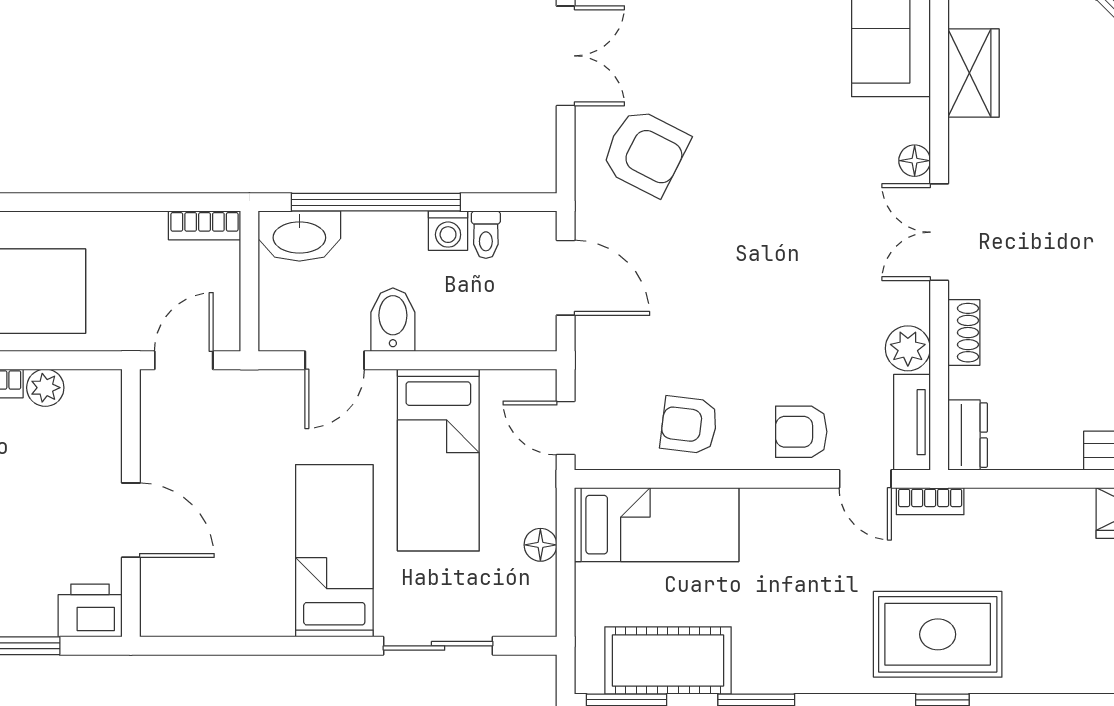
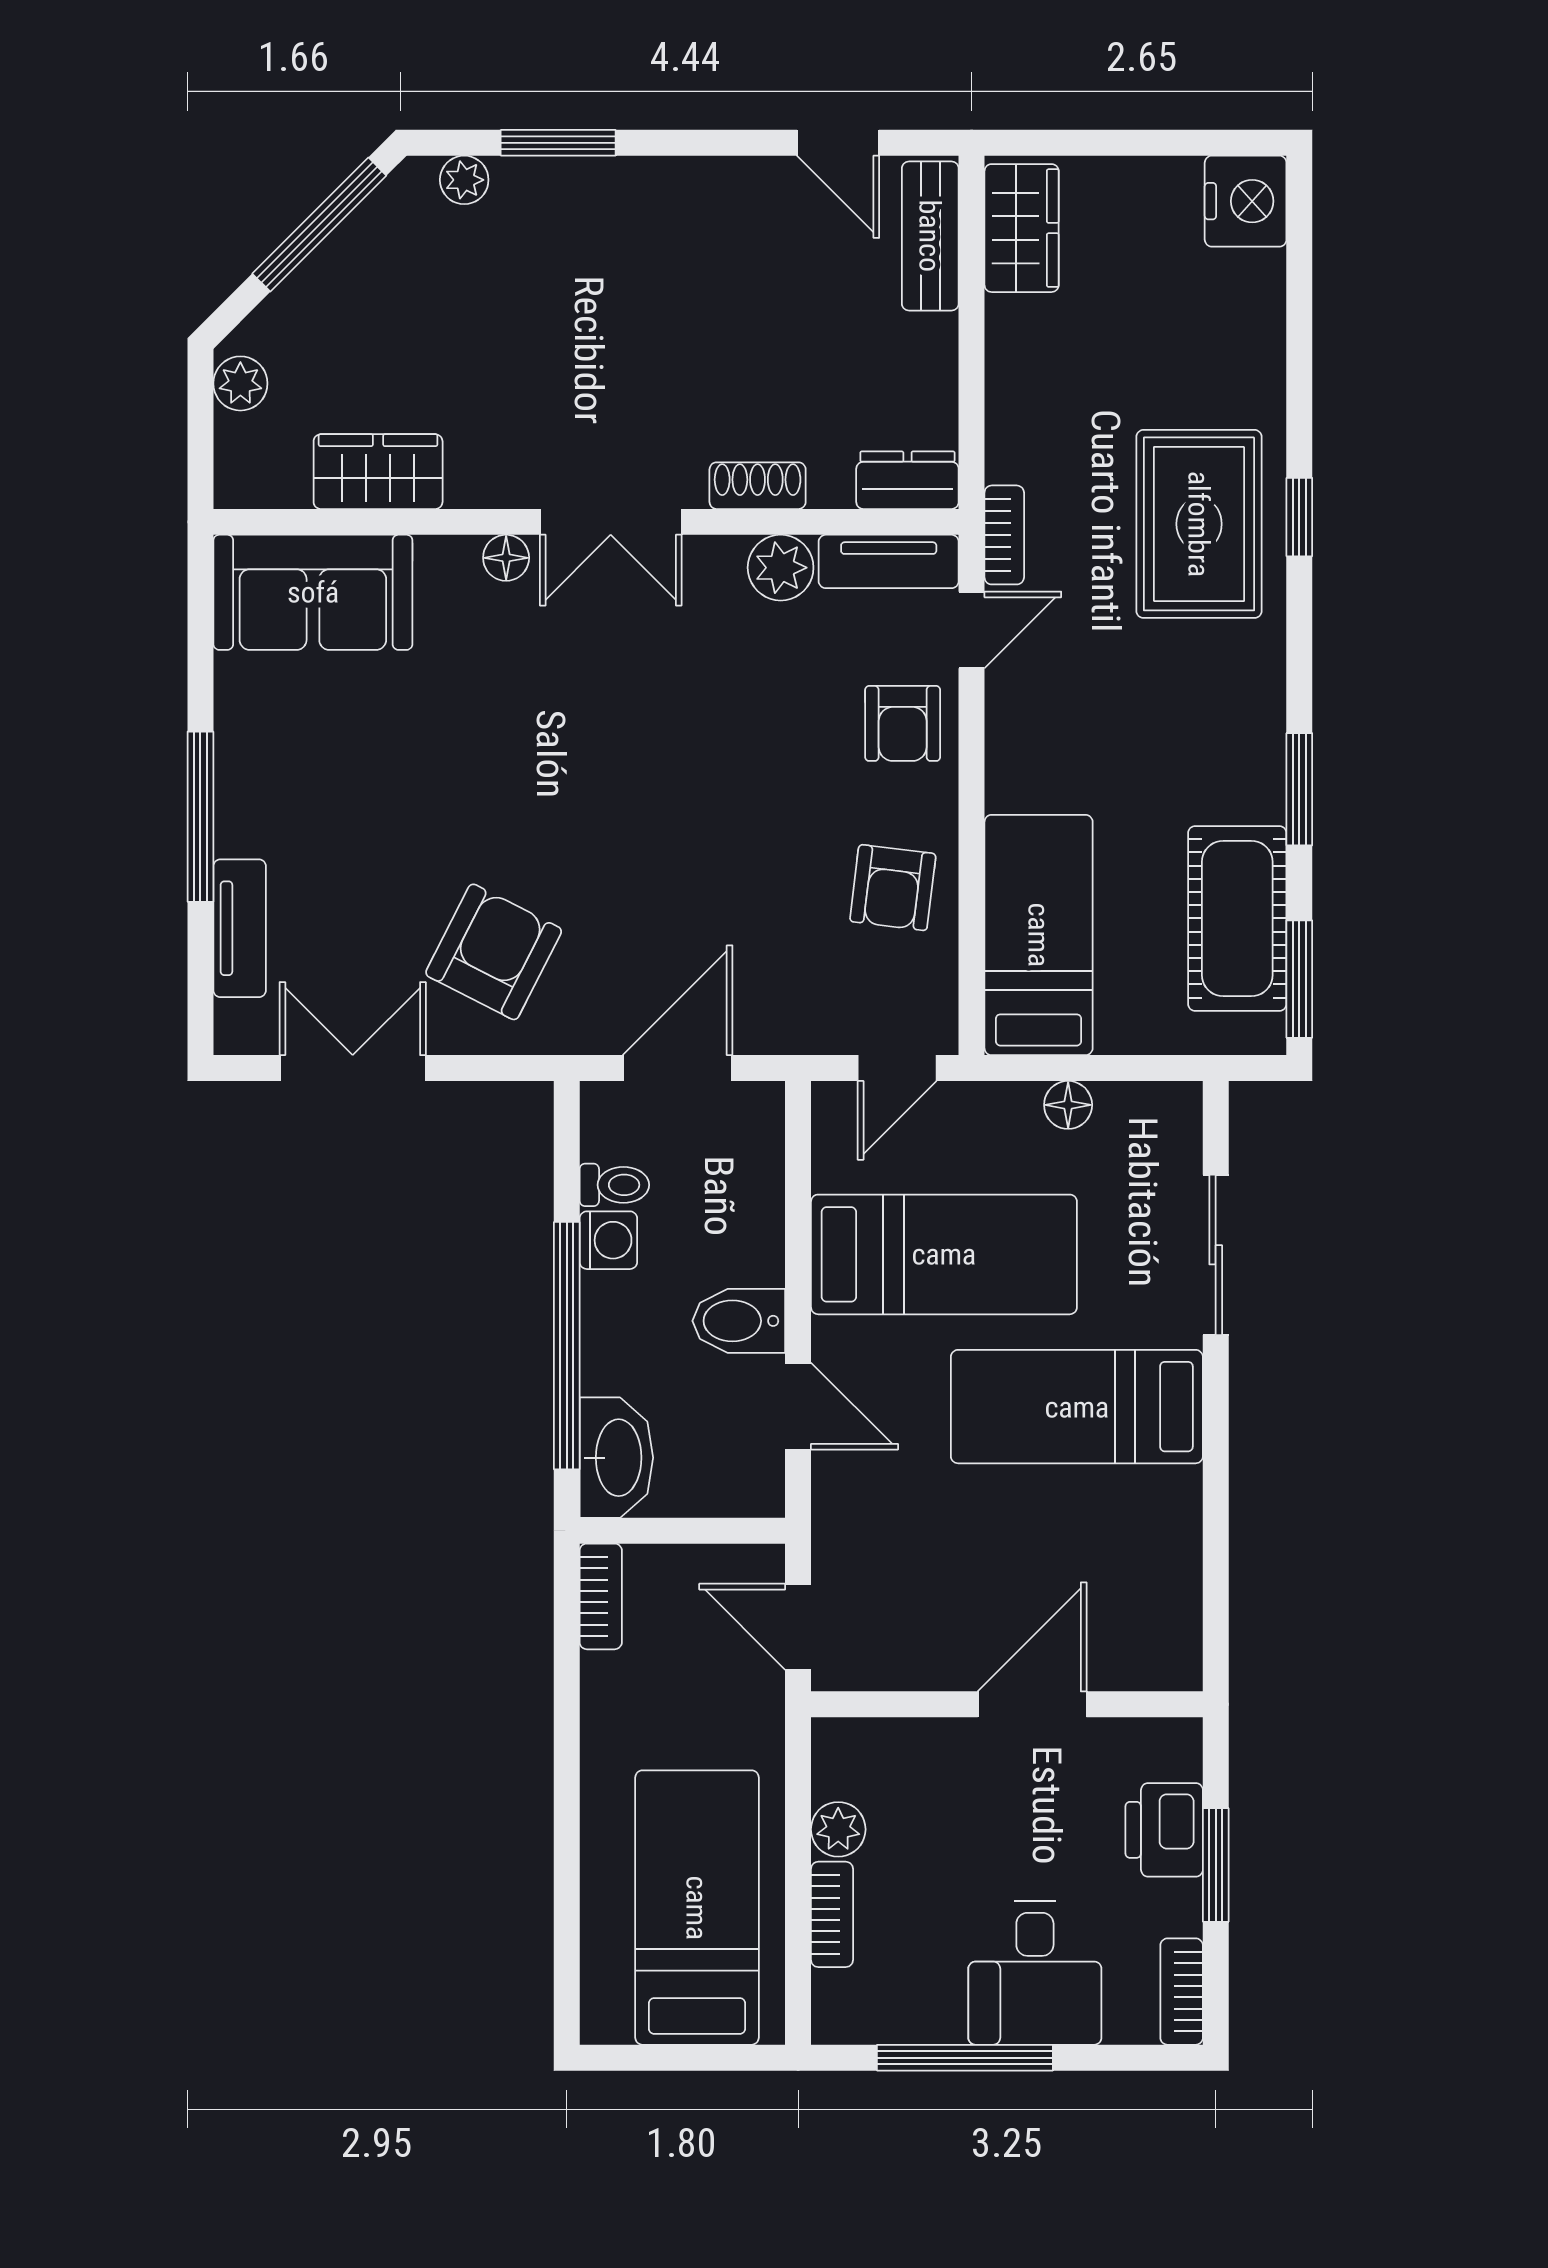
printer: (90, 611) -> (1164, 1830), moved

